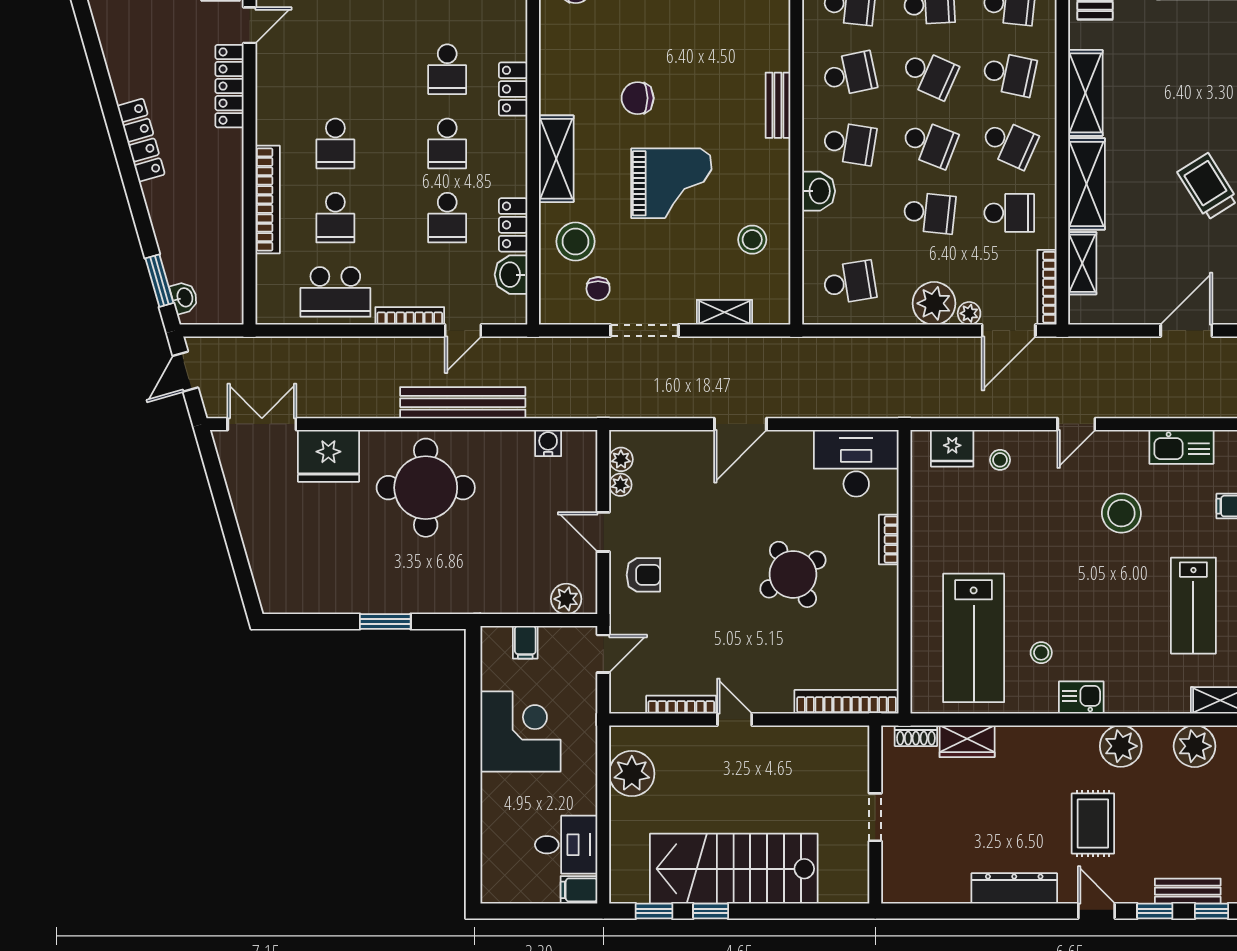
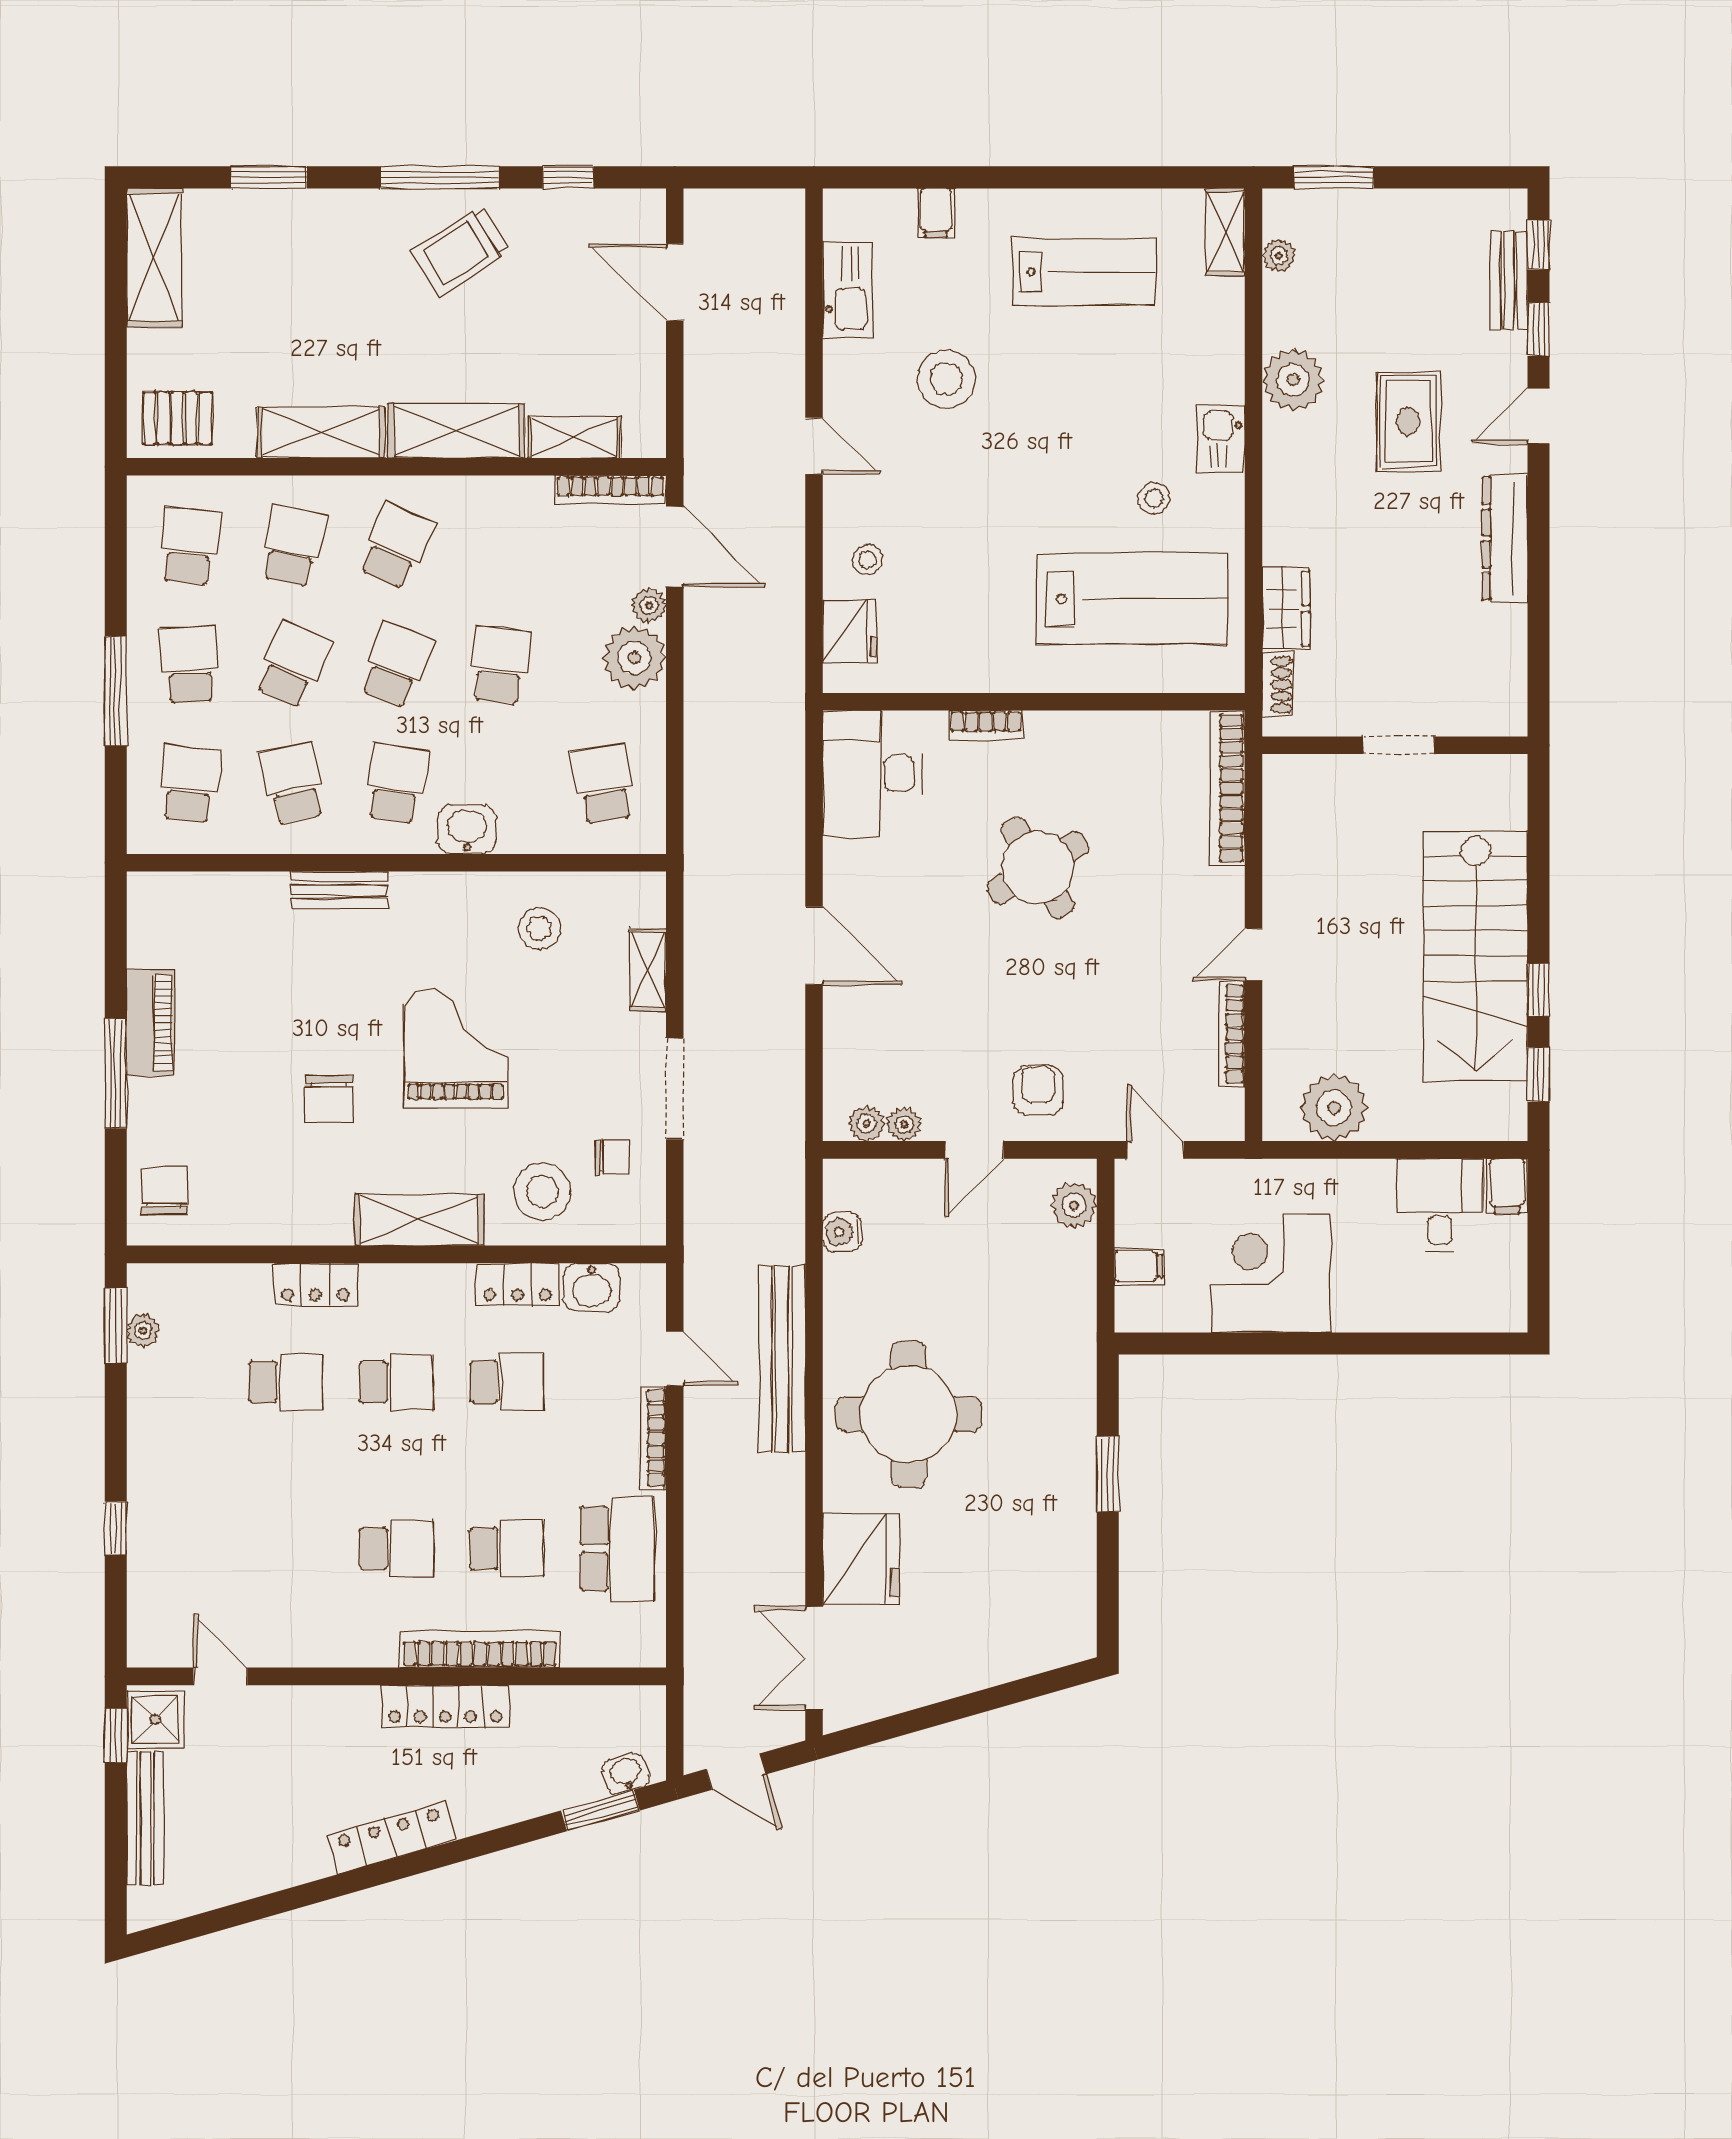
locker: (229, 86) -> (445, 1706), moved
school desk: (1009, 213) -> (500, 546), removed
plant: (1195, 746) -> (1279, 256), width x0.53, depth x0.53
rug: (1093, 824) -> (1408, 421), turned 90

